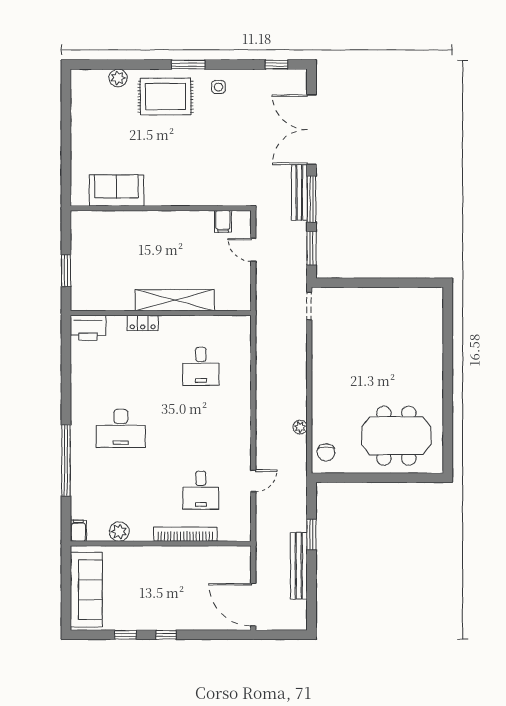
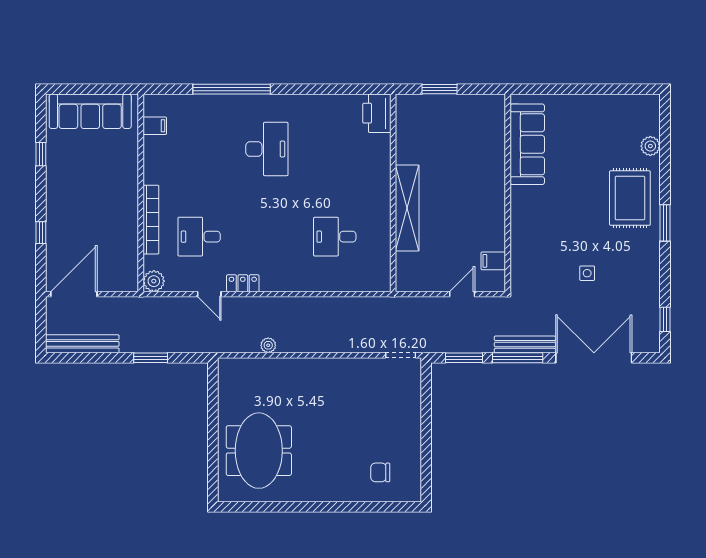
side table: (219, 87) -> (587, 273), moved
sofa: (116, 190) -> (527, 144), width x1.36
locker: (143, 323) -> (243, 283), moved, turned 90
desk: (121, 428) -> (267, 149), turned 180
chair: (326, 452) -> (380, 472), moved
filing cabinet: (78, 531) -> (155, 126), moved
plant: (119, 532) -> (154, 281), moved
bench: (299, 566) -> (82, 344), moved
window: (166, 635) -> (41, 233), moved

